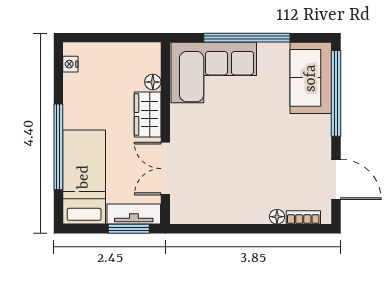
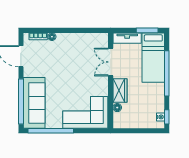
window: (247, 38) -> (51, 131), moved
window: (58, 64) -> (167, 117), added
sofa: (311, 78) -> (34, 103), width x1.36
double door: (165, 169) -> (111, 62), swing flipped
window: (129, 229) -> (147, 30), moved

